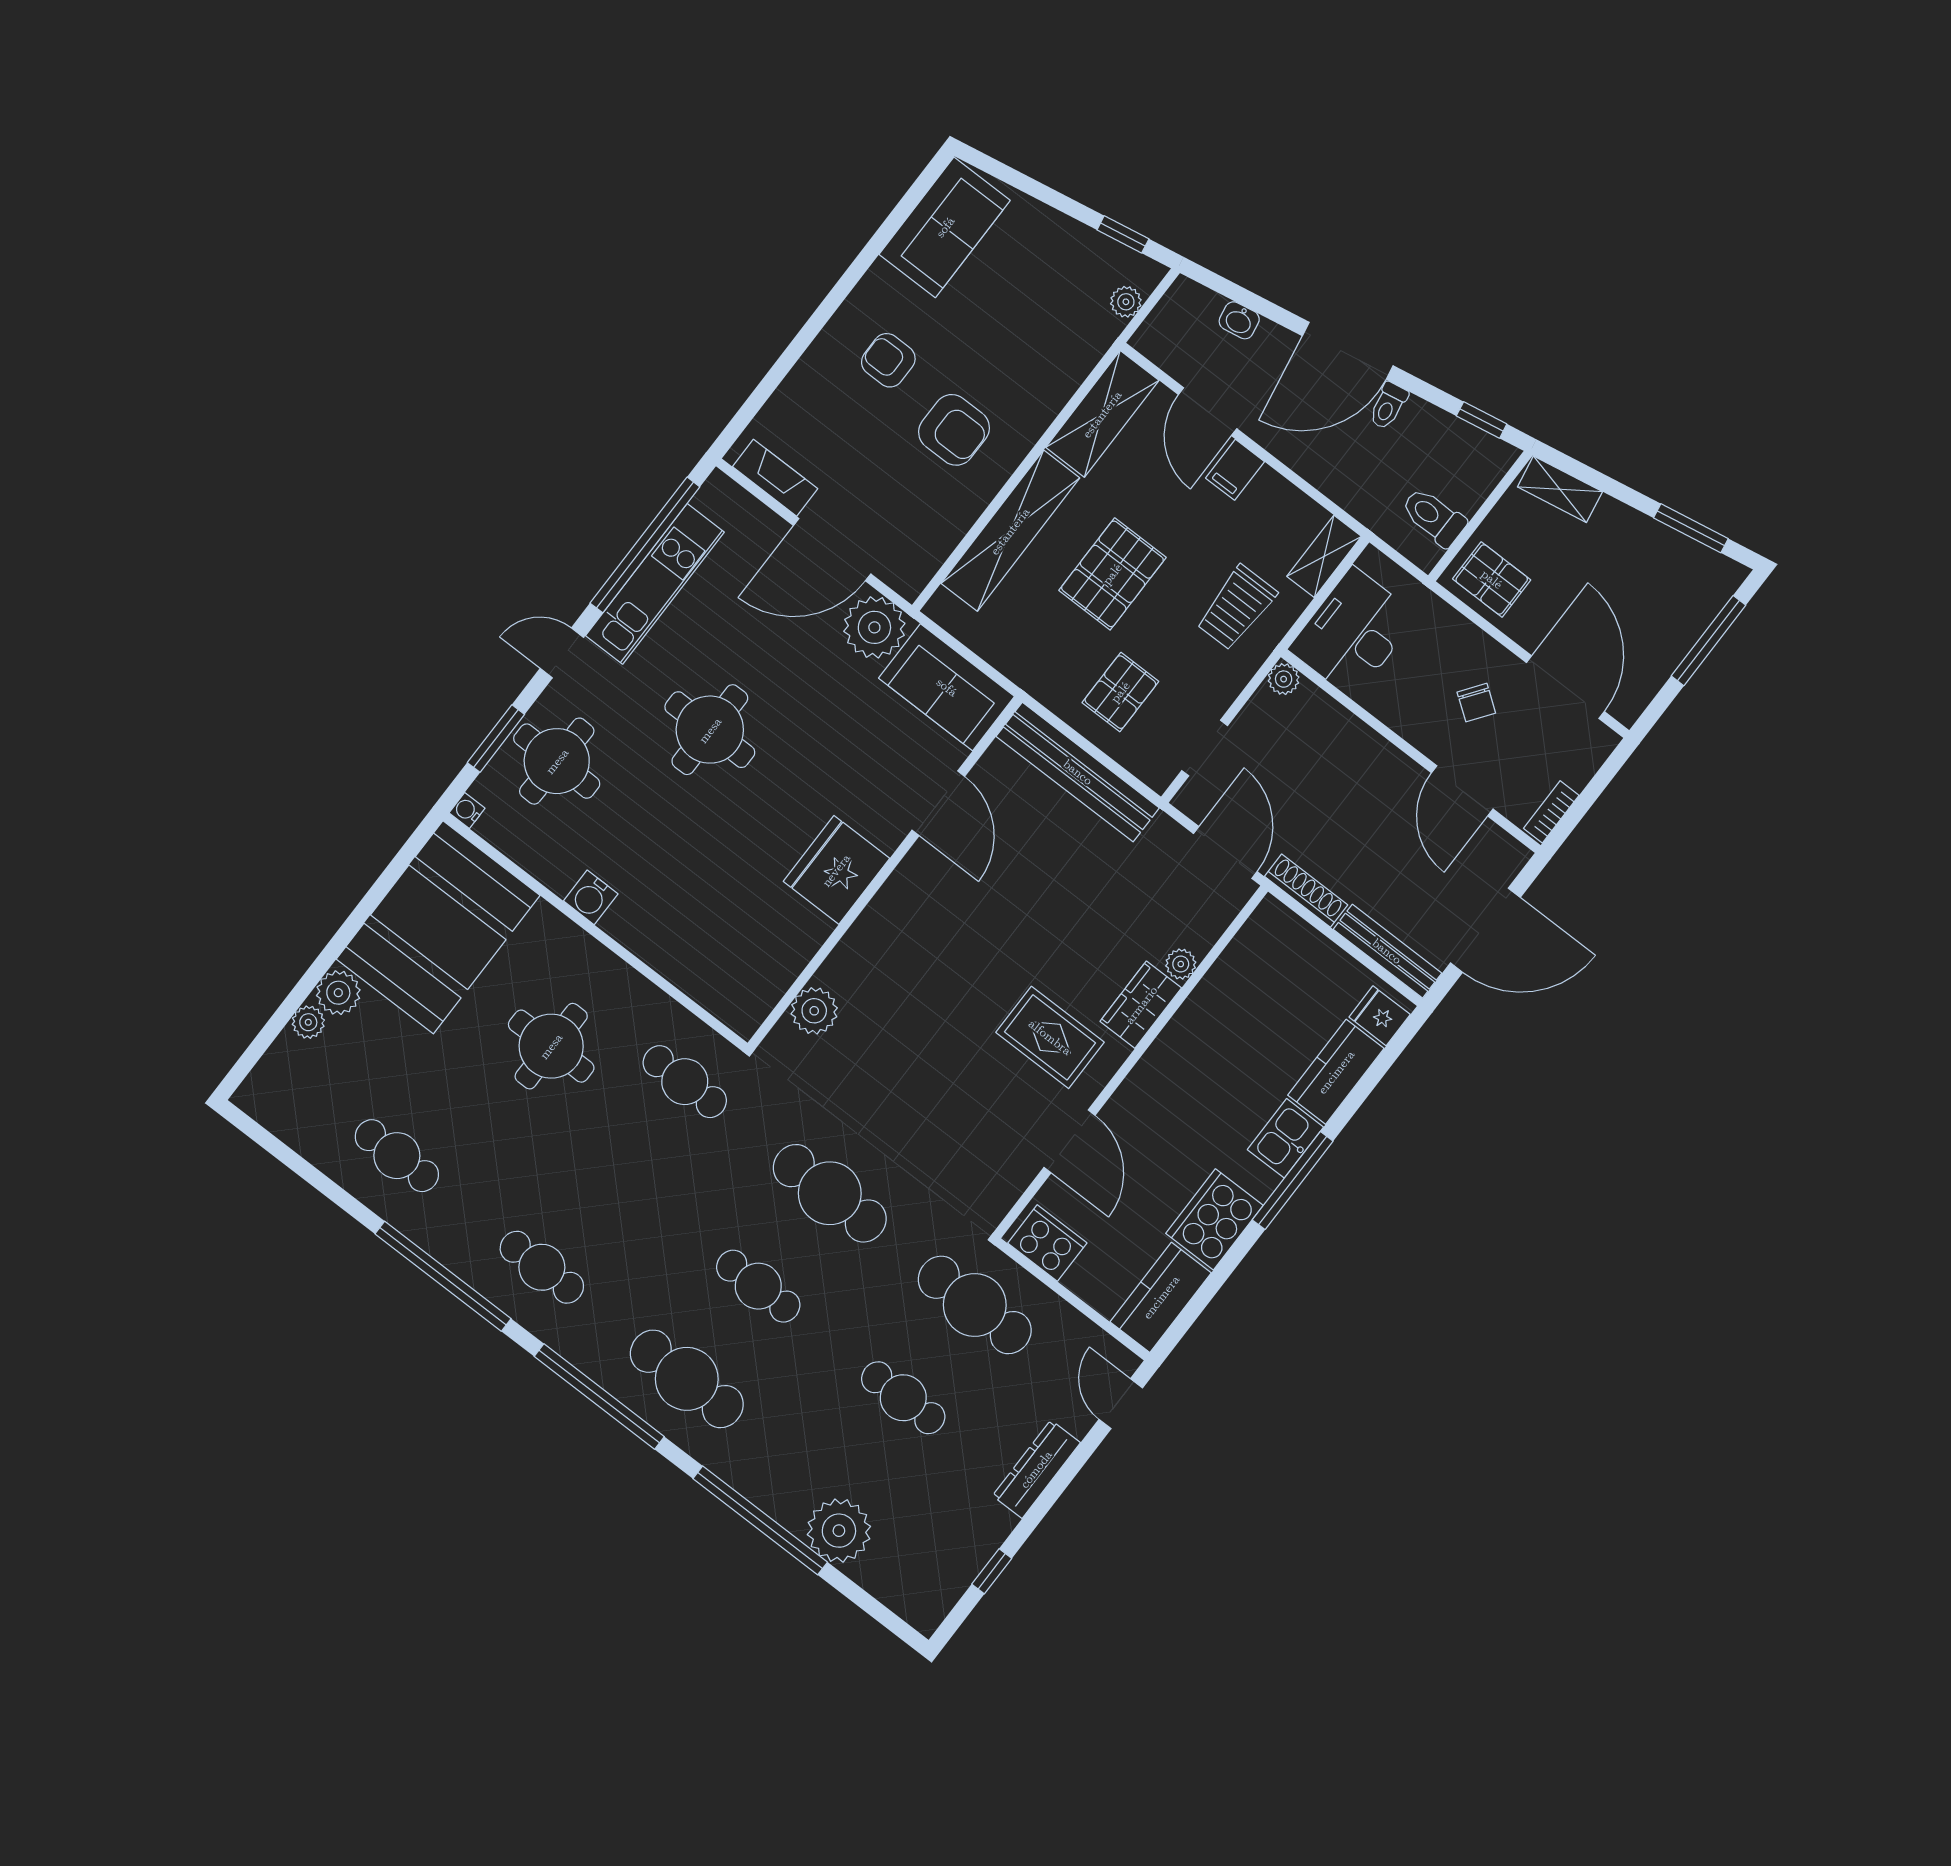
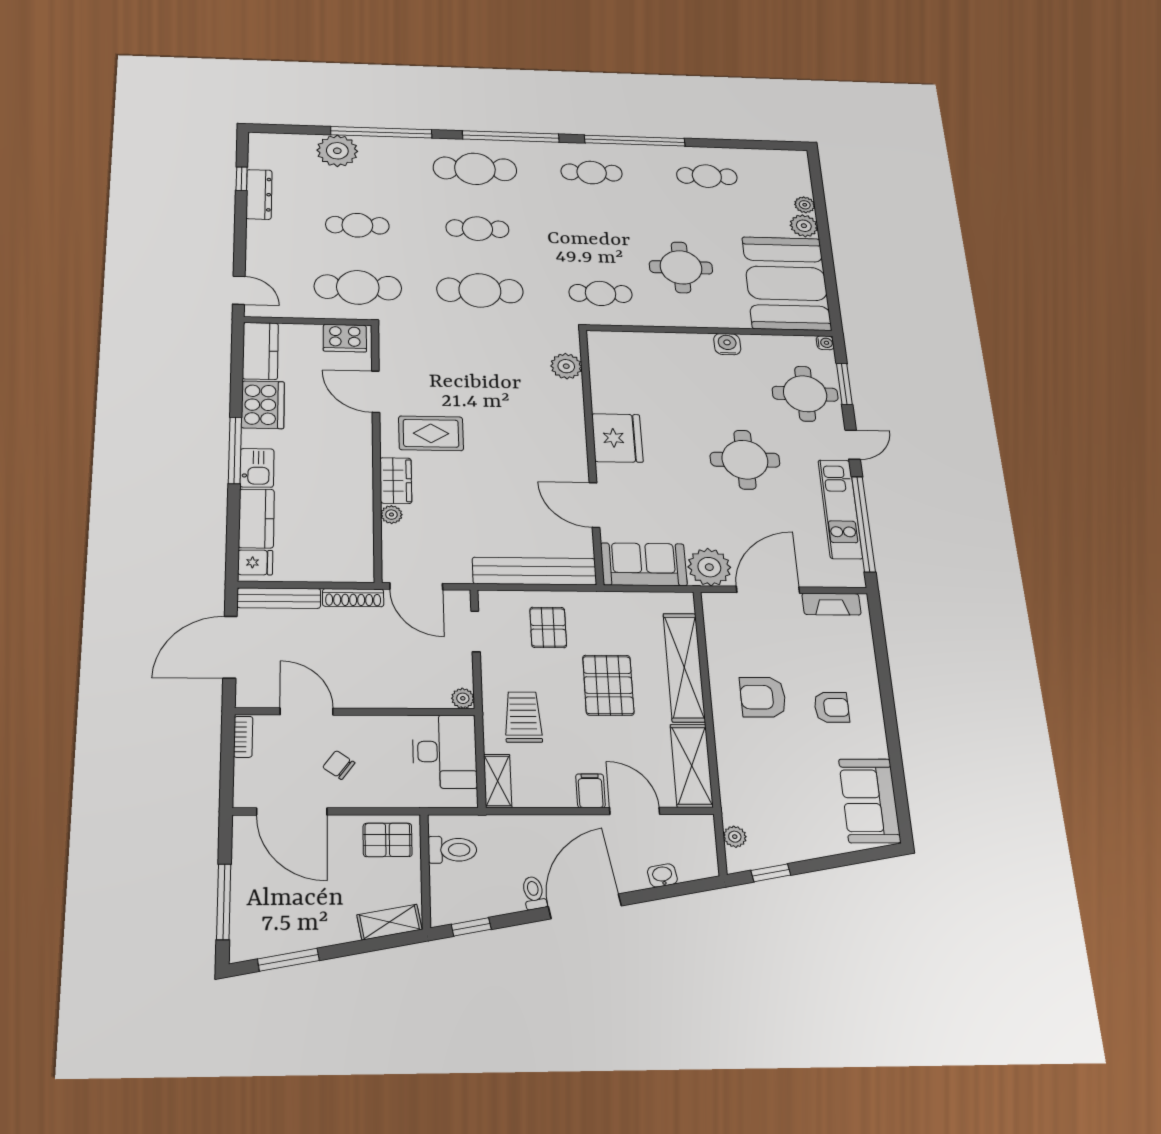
dresser: (1036, 1469) -> (259, 194), moved

